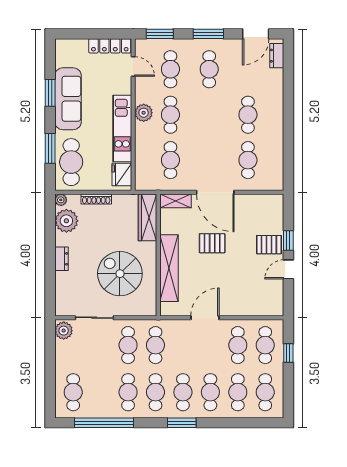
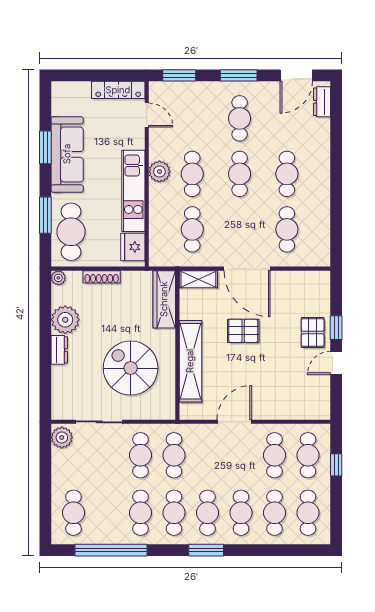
cafe table: (170, 69) -> (240, 174), moved
plant: (66, 221) -> (65, 320), moved
pallet: (269, 245) -> (313, 333), turned 90

